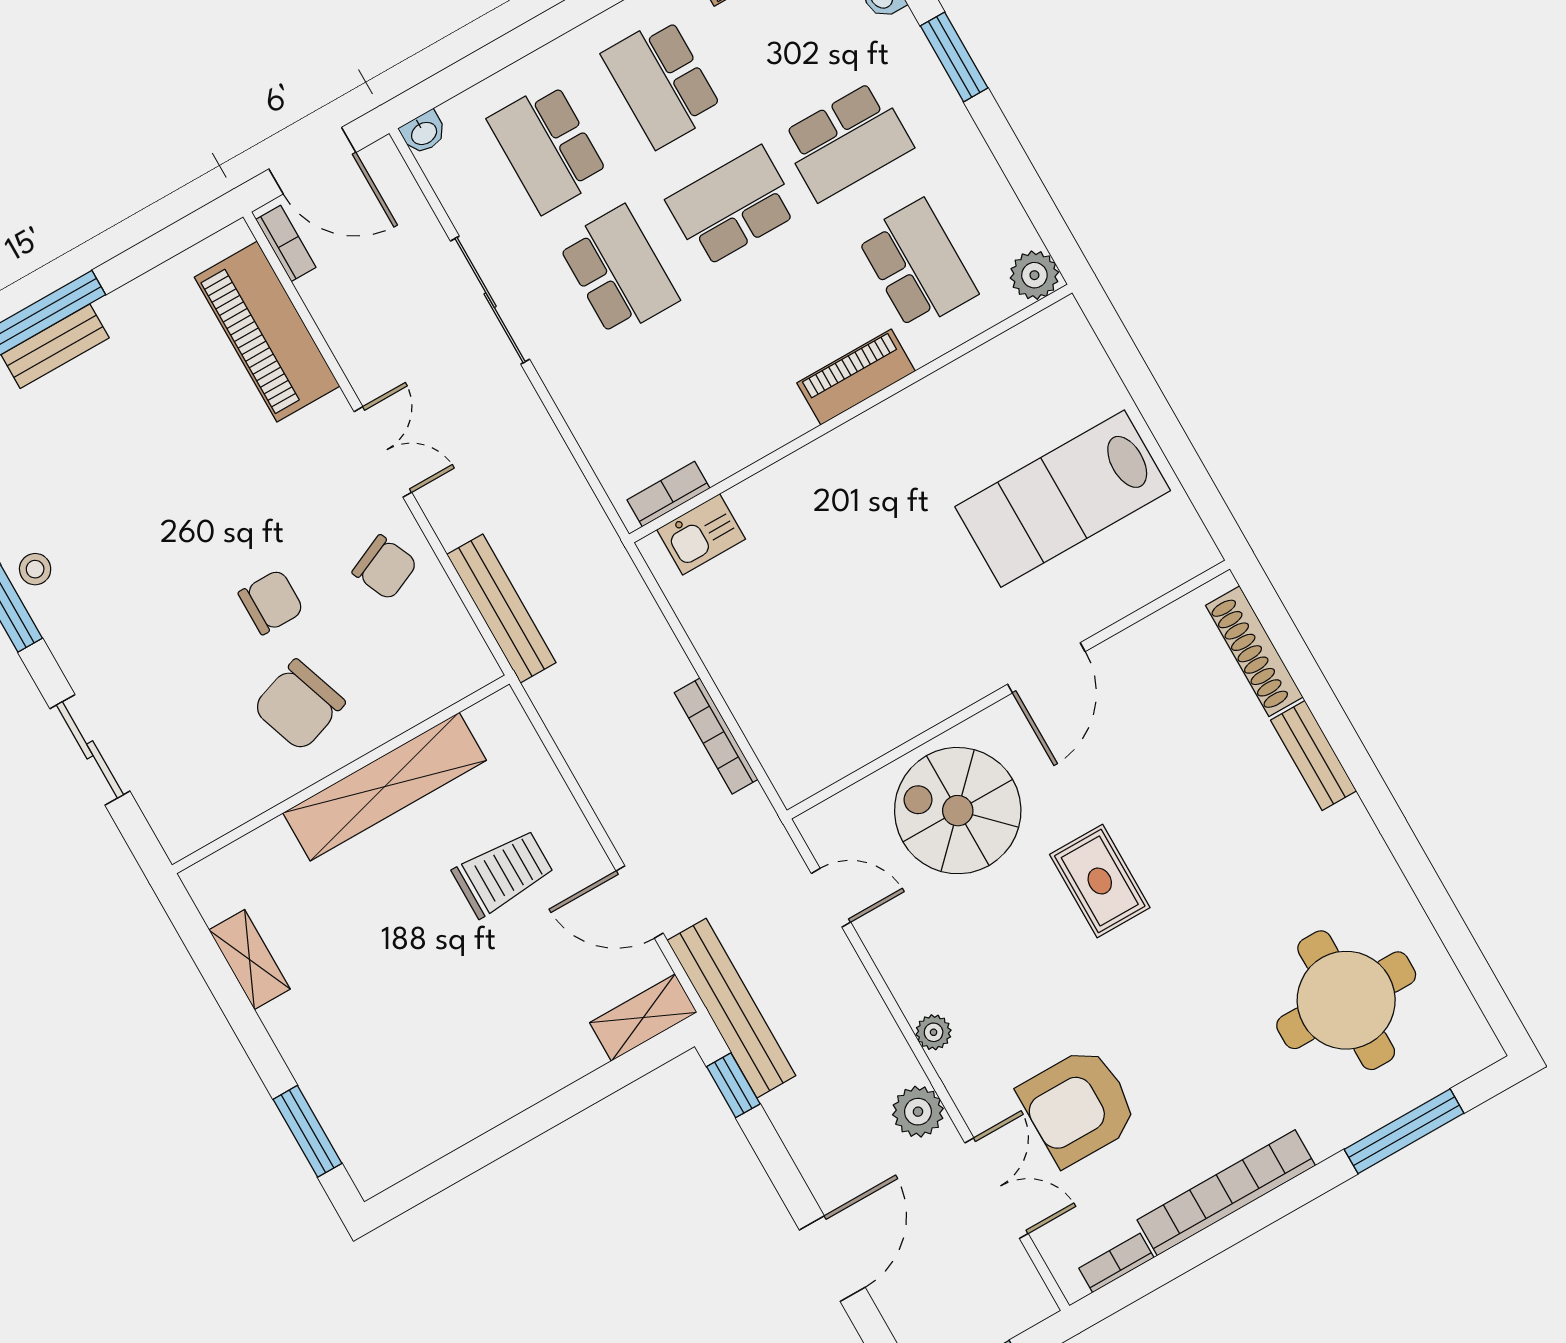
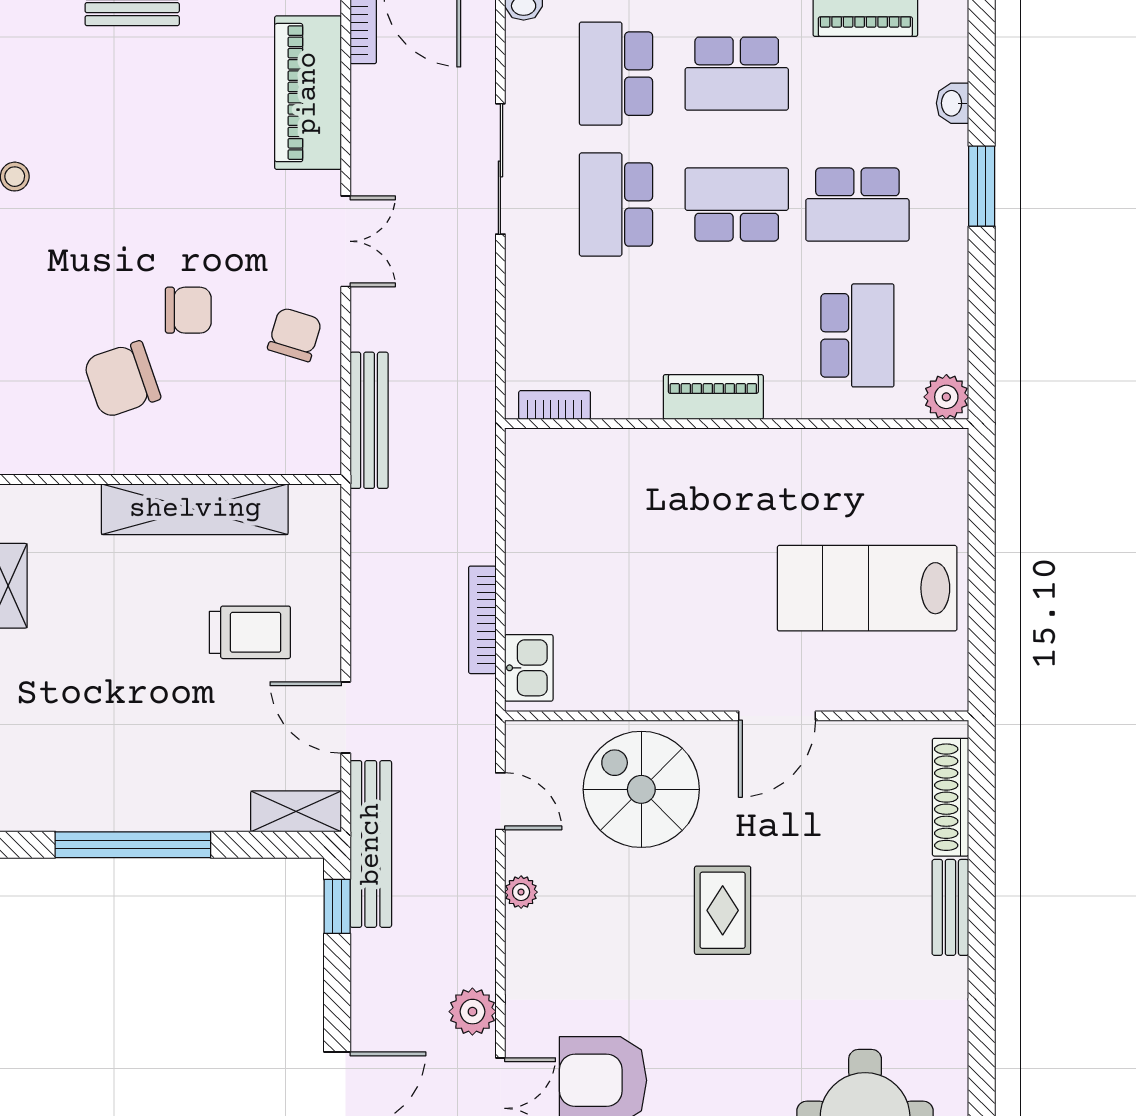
school desk: (662, 83) -> (737, 74), turned -90
school desk: (618, 271) -> (616, 204), turned 180
piano: (856, 377) -> (713, 397), moved
kitchen sink: (701, 534) -> (529, 668), moved, turned -90
chair: (385, 567) -> (295, 335), turned -139
chair: (299, 705) -> (122, 380), moved
plant: (934, 1032) -> (521, 892), moved
window: (507, 1137) -> (133, 845), added

